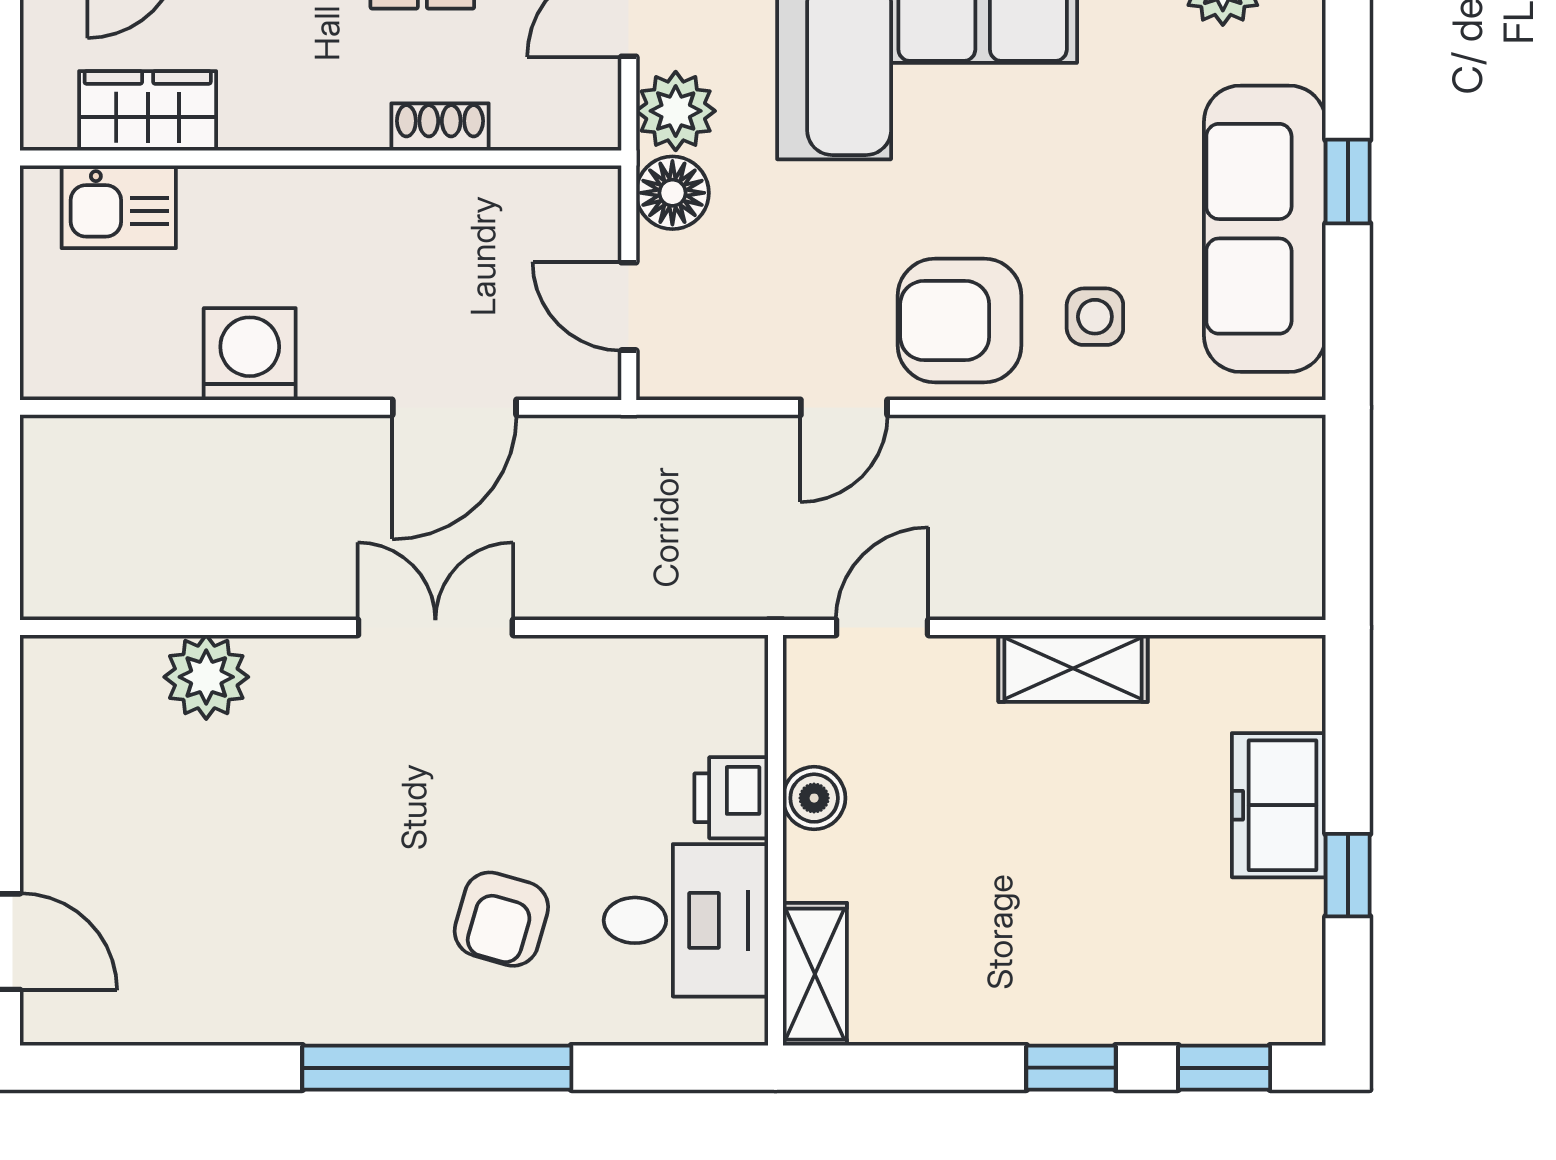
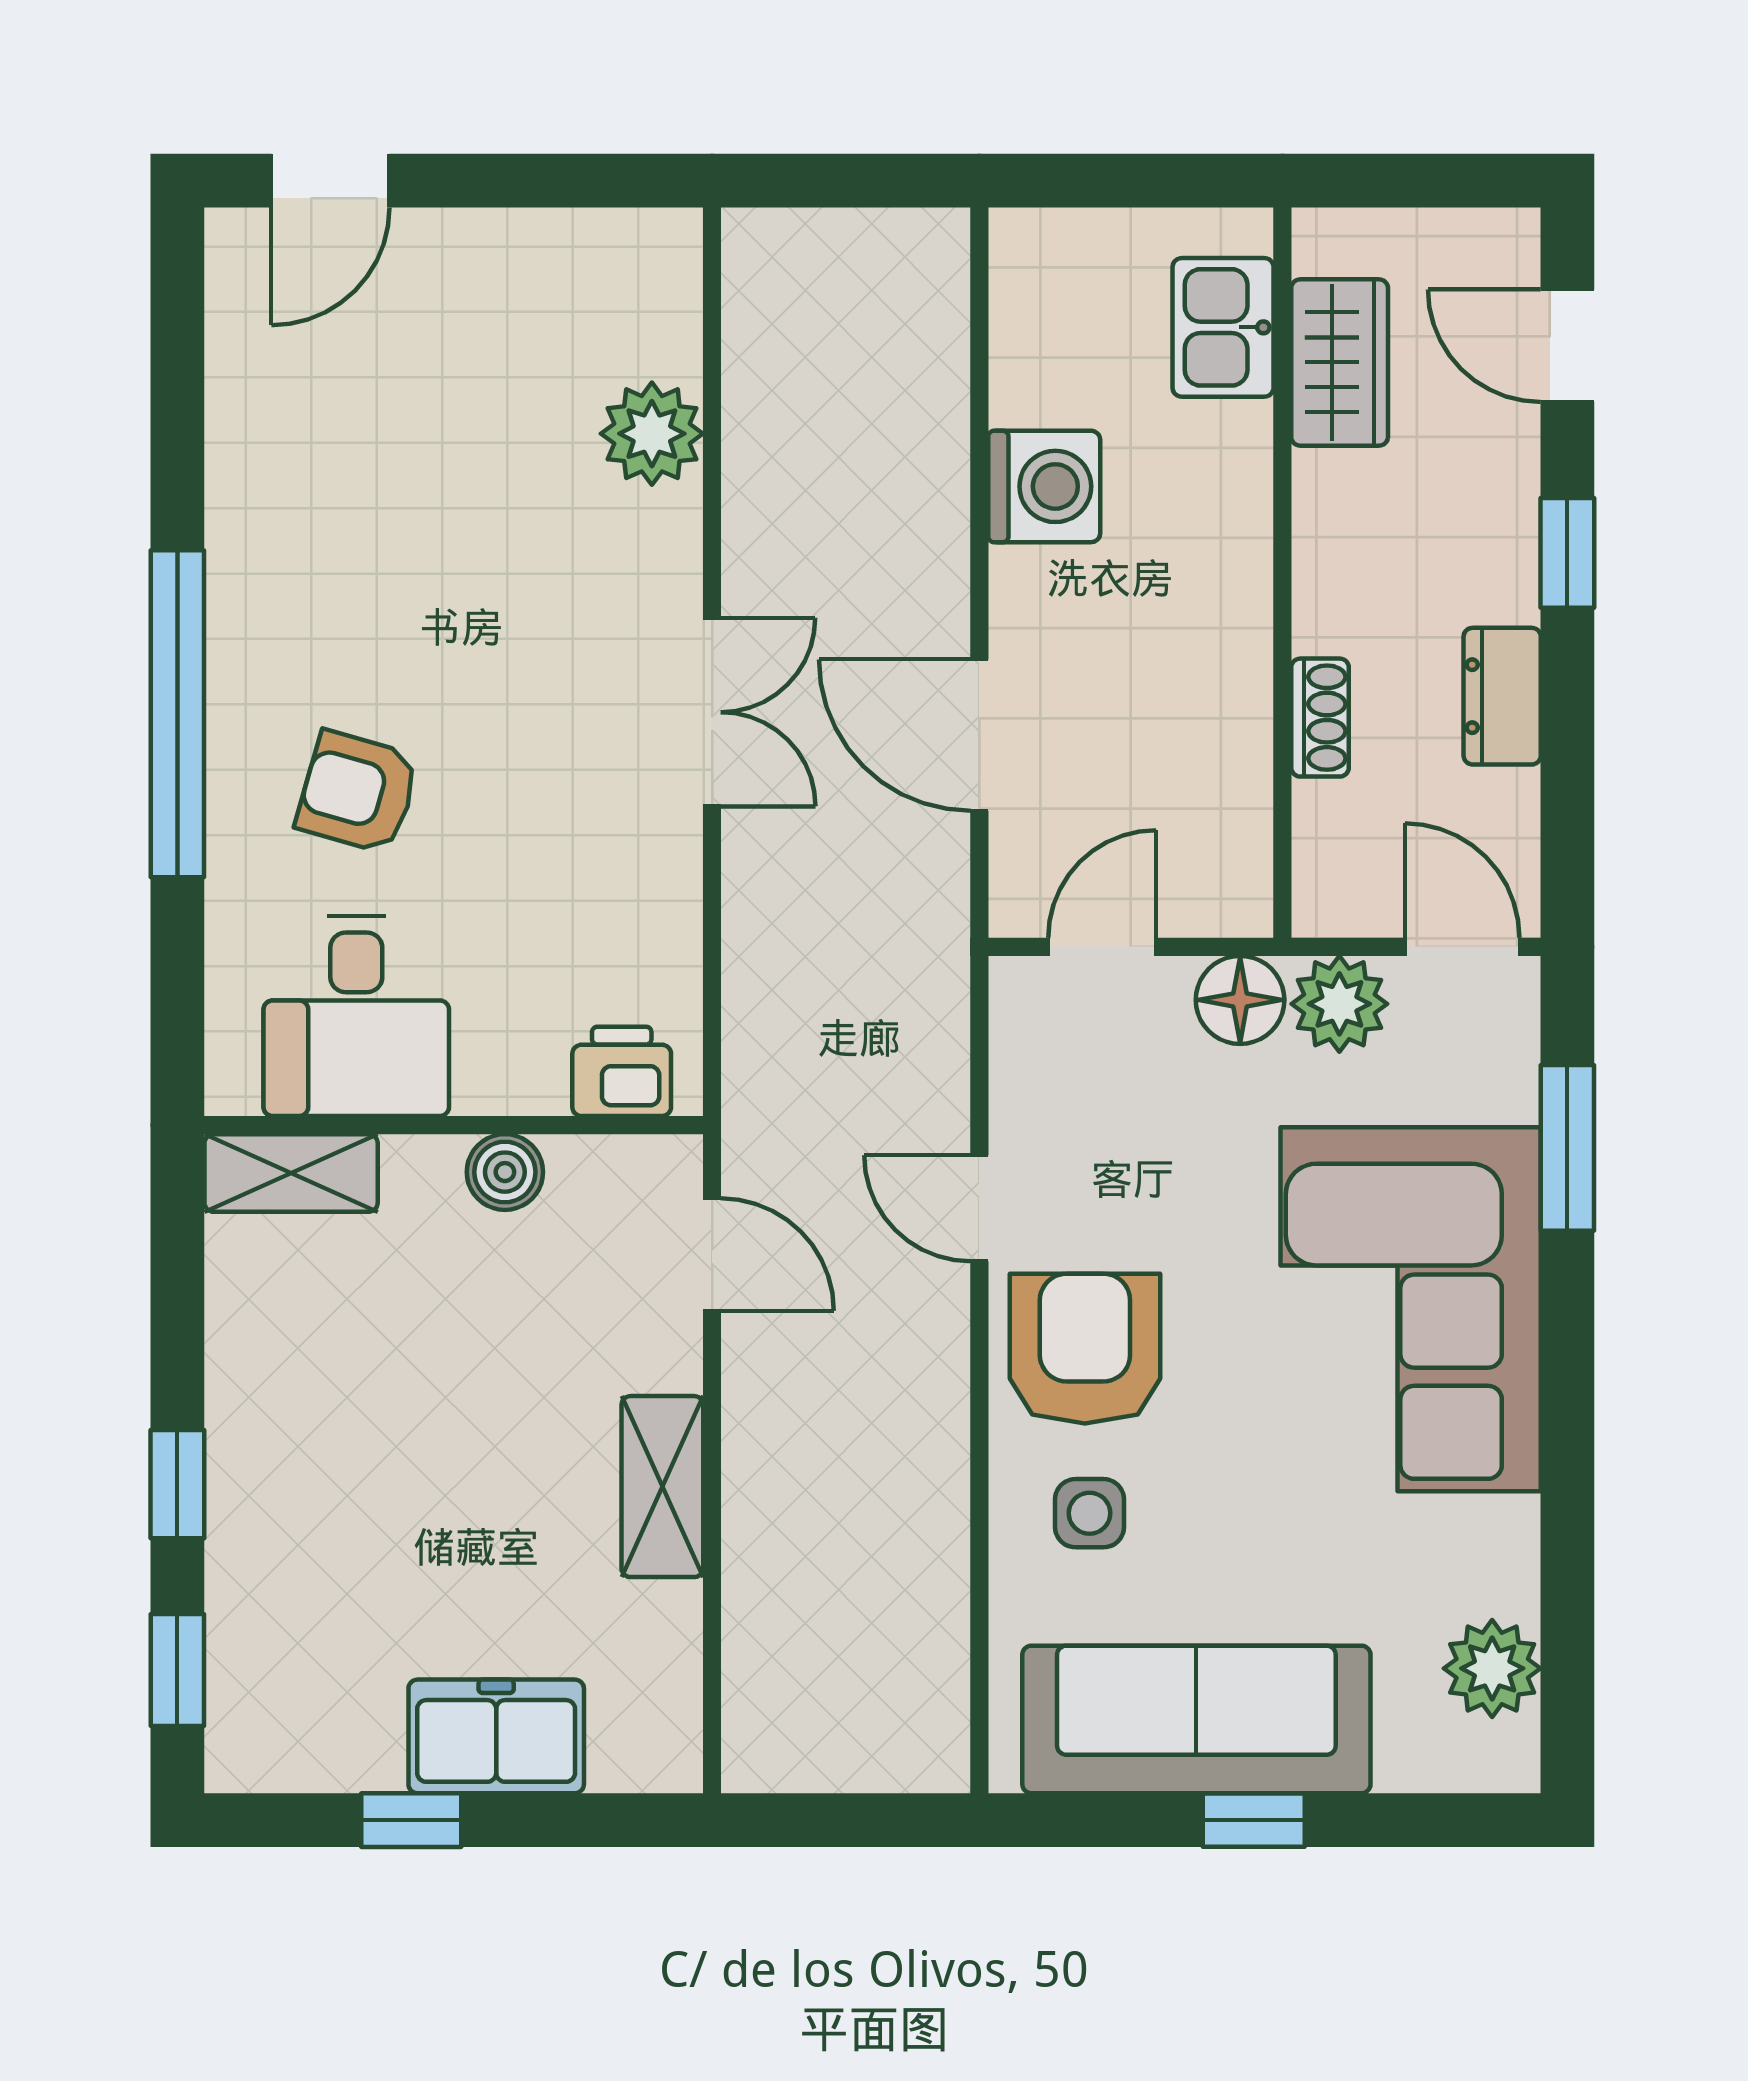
printer: (731, 798) -> (622, 1071), moved

